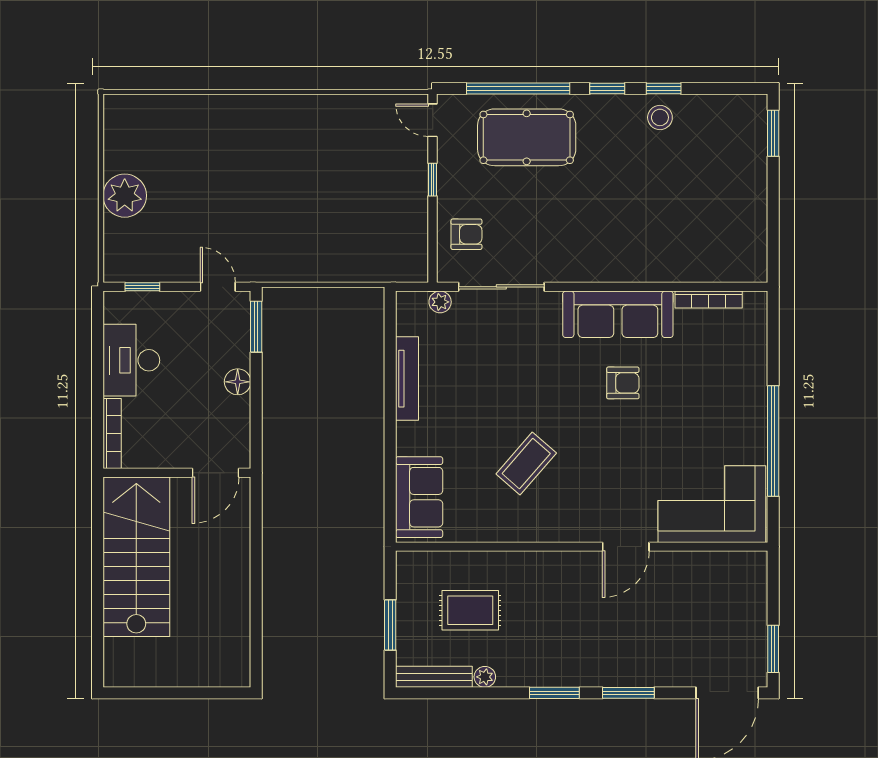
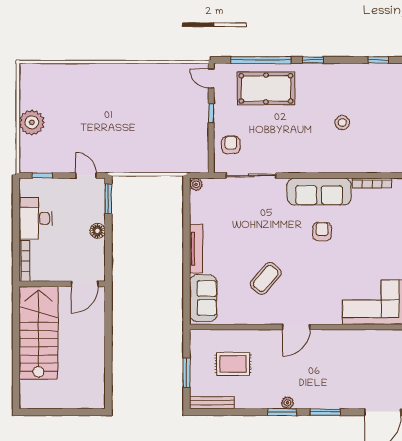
window: (664, 89) -> (378, 60), moved
stool: (660, 117) -> (342, 123), moved
armchair: (466, 234) -> (231, 145), turned -90
plant: (440, 302) -> (196, 184), moved
tv unit: (407, 379) -> (196, 249), moved
armchair: (623, 383) -> (322, 232), turned -90
door: (626, 547) -> (296, 327), moved
plant: (485, 677) -> (288, 403), moved

